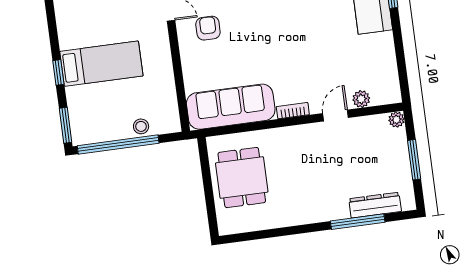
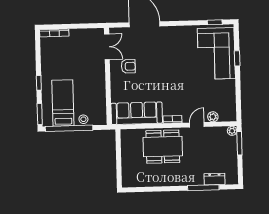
armchair: (208, 28) -> (128, 66), turned 90
bed: (101, 64) -> (63, 103), moved, turned -90
window: (414, 160) -> (239, 143), moved
dining table: (242, 178) -> (163, 147), moved, width x1.38
dresser: (375, 205) -> (214, 179), width x0.70

